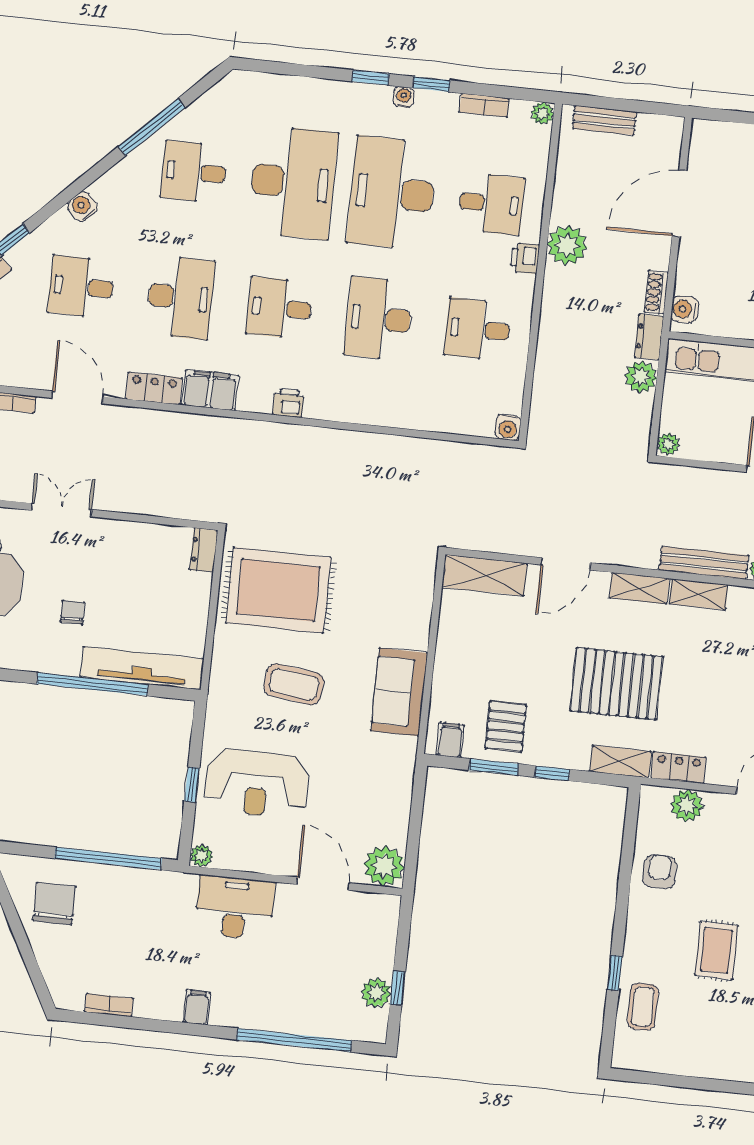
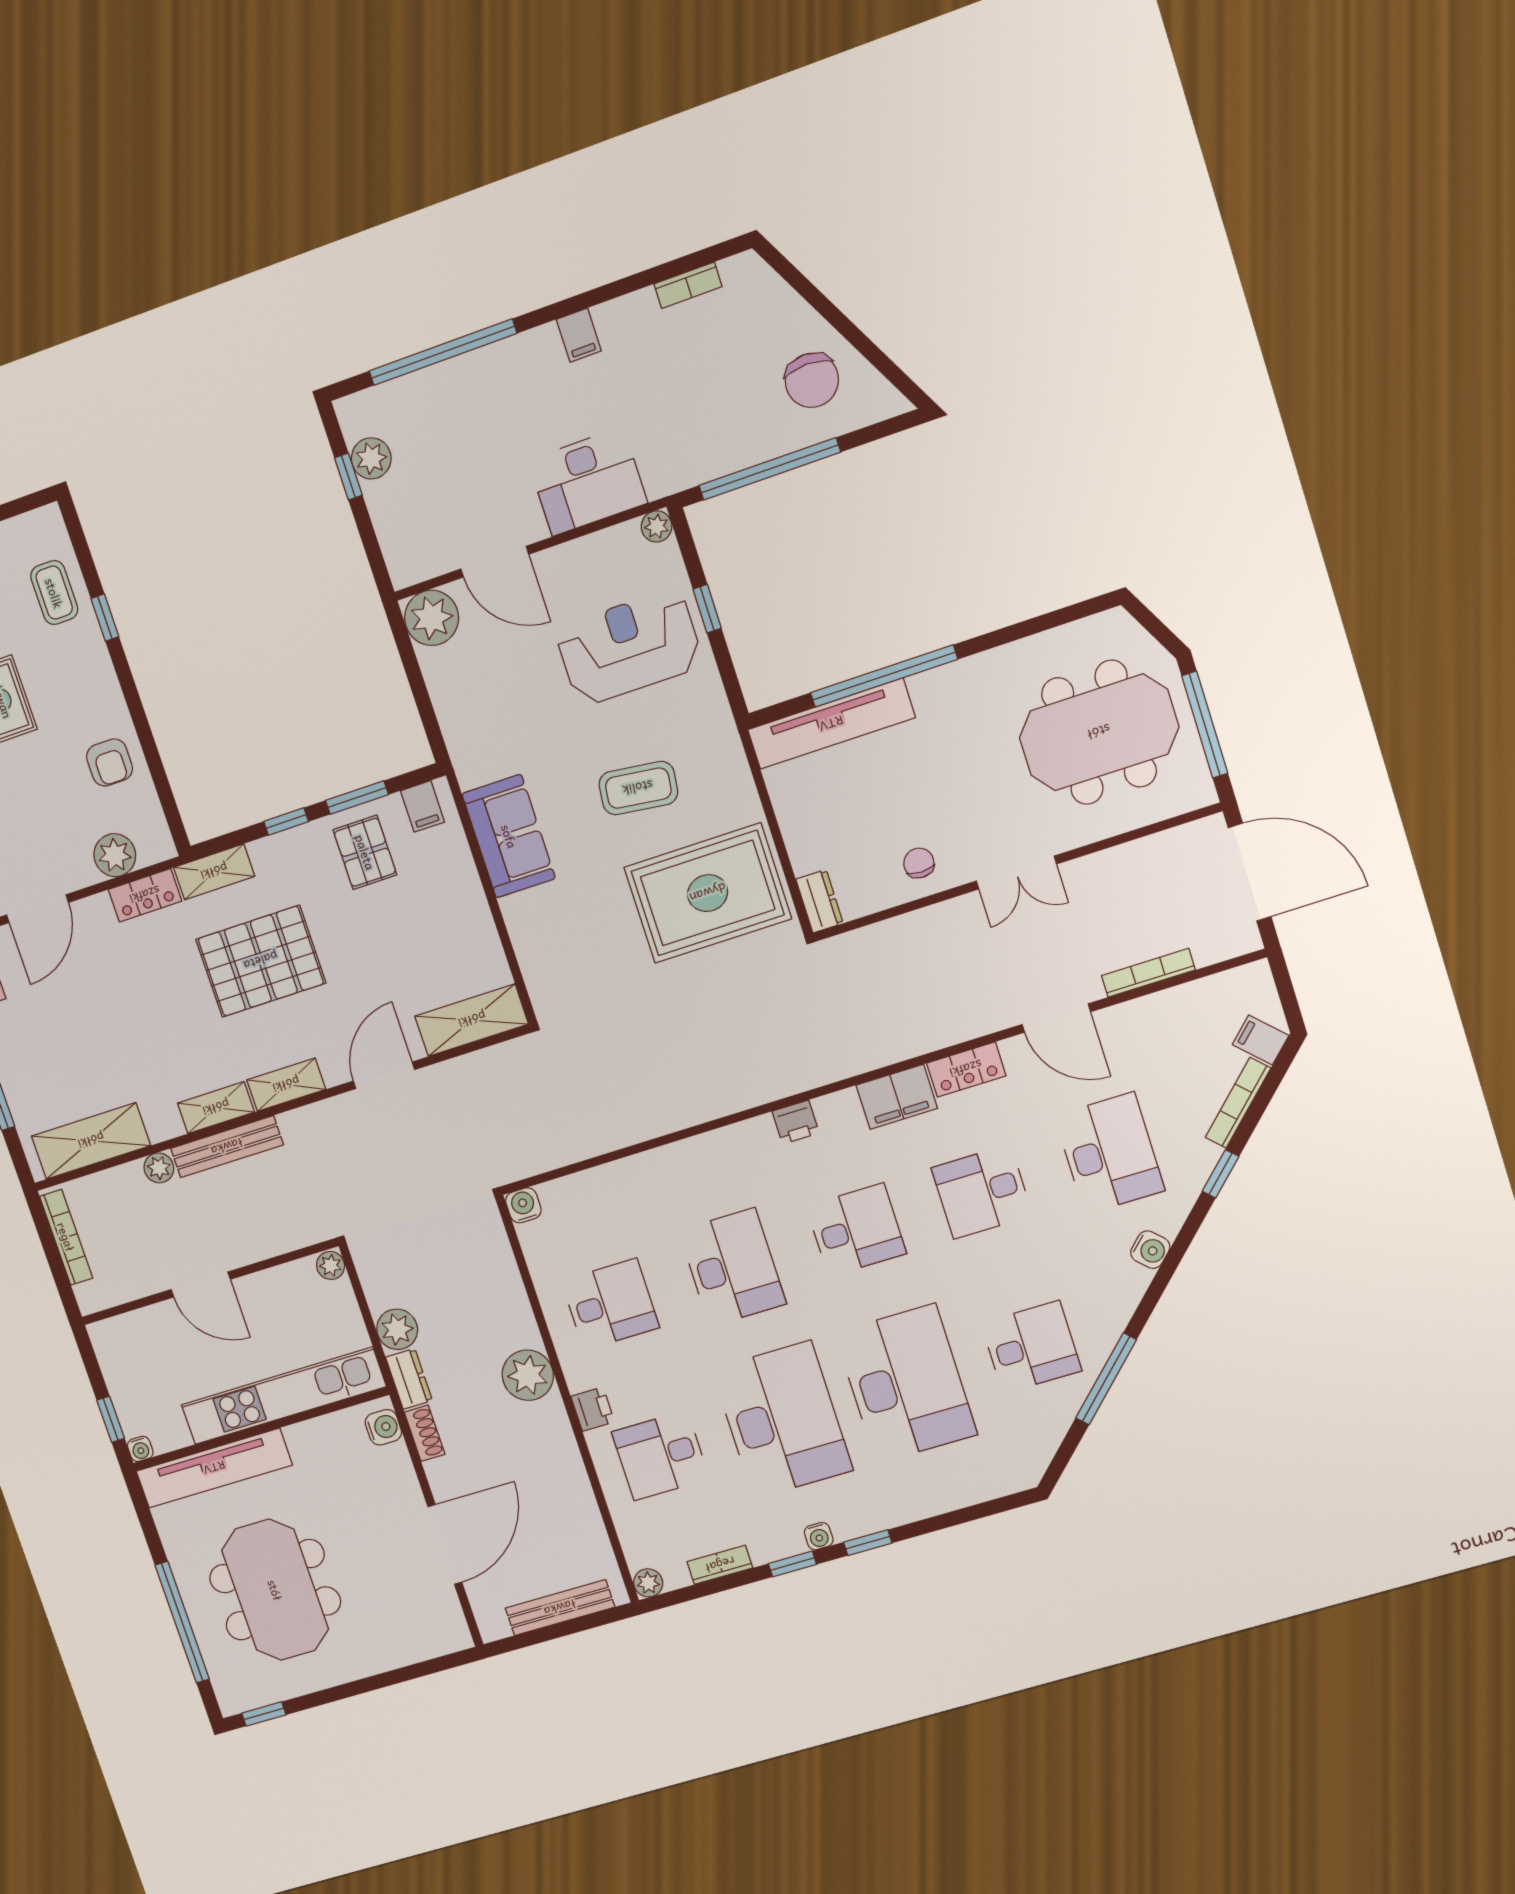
bench: (604, 120) -> (560, 1608), width x1.36
desk: (293, 183) -> (906, 1384), turned 180
plant: (567, 245) -> (528, 1375), moved
desk: (81, 287) -> (1110, 1153), width x1.37
desk: (180, 297) -> (982, 1192), width x0.73
chair: (73, 612) -> (919, 863), moved, turned 180

